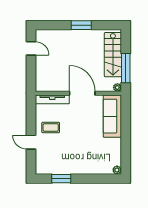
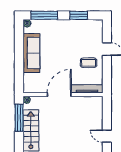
door: (82, 93) -> (59, 95), swing flipped
sofa: (112, 116) -> (31, 53), moved
window: (98, 179) -> (44, 15), added

